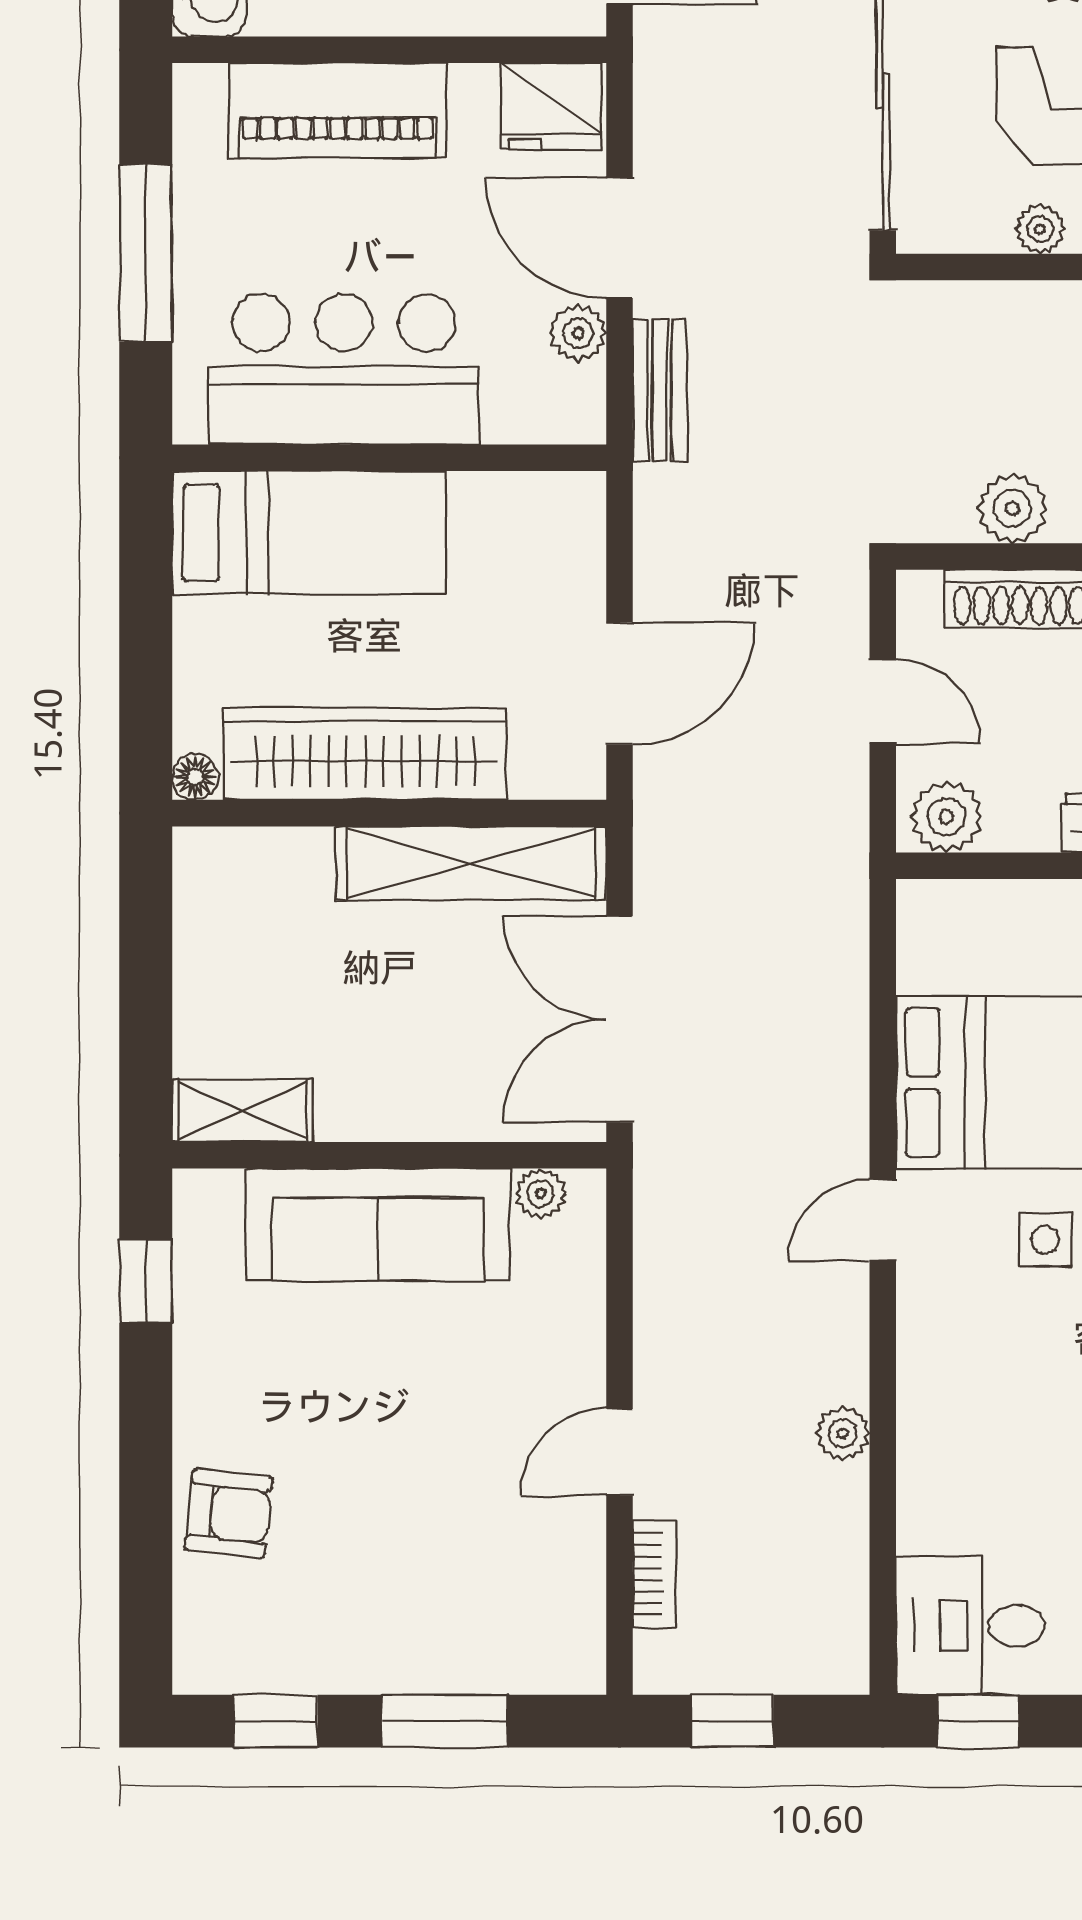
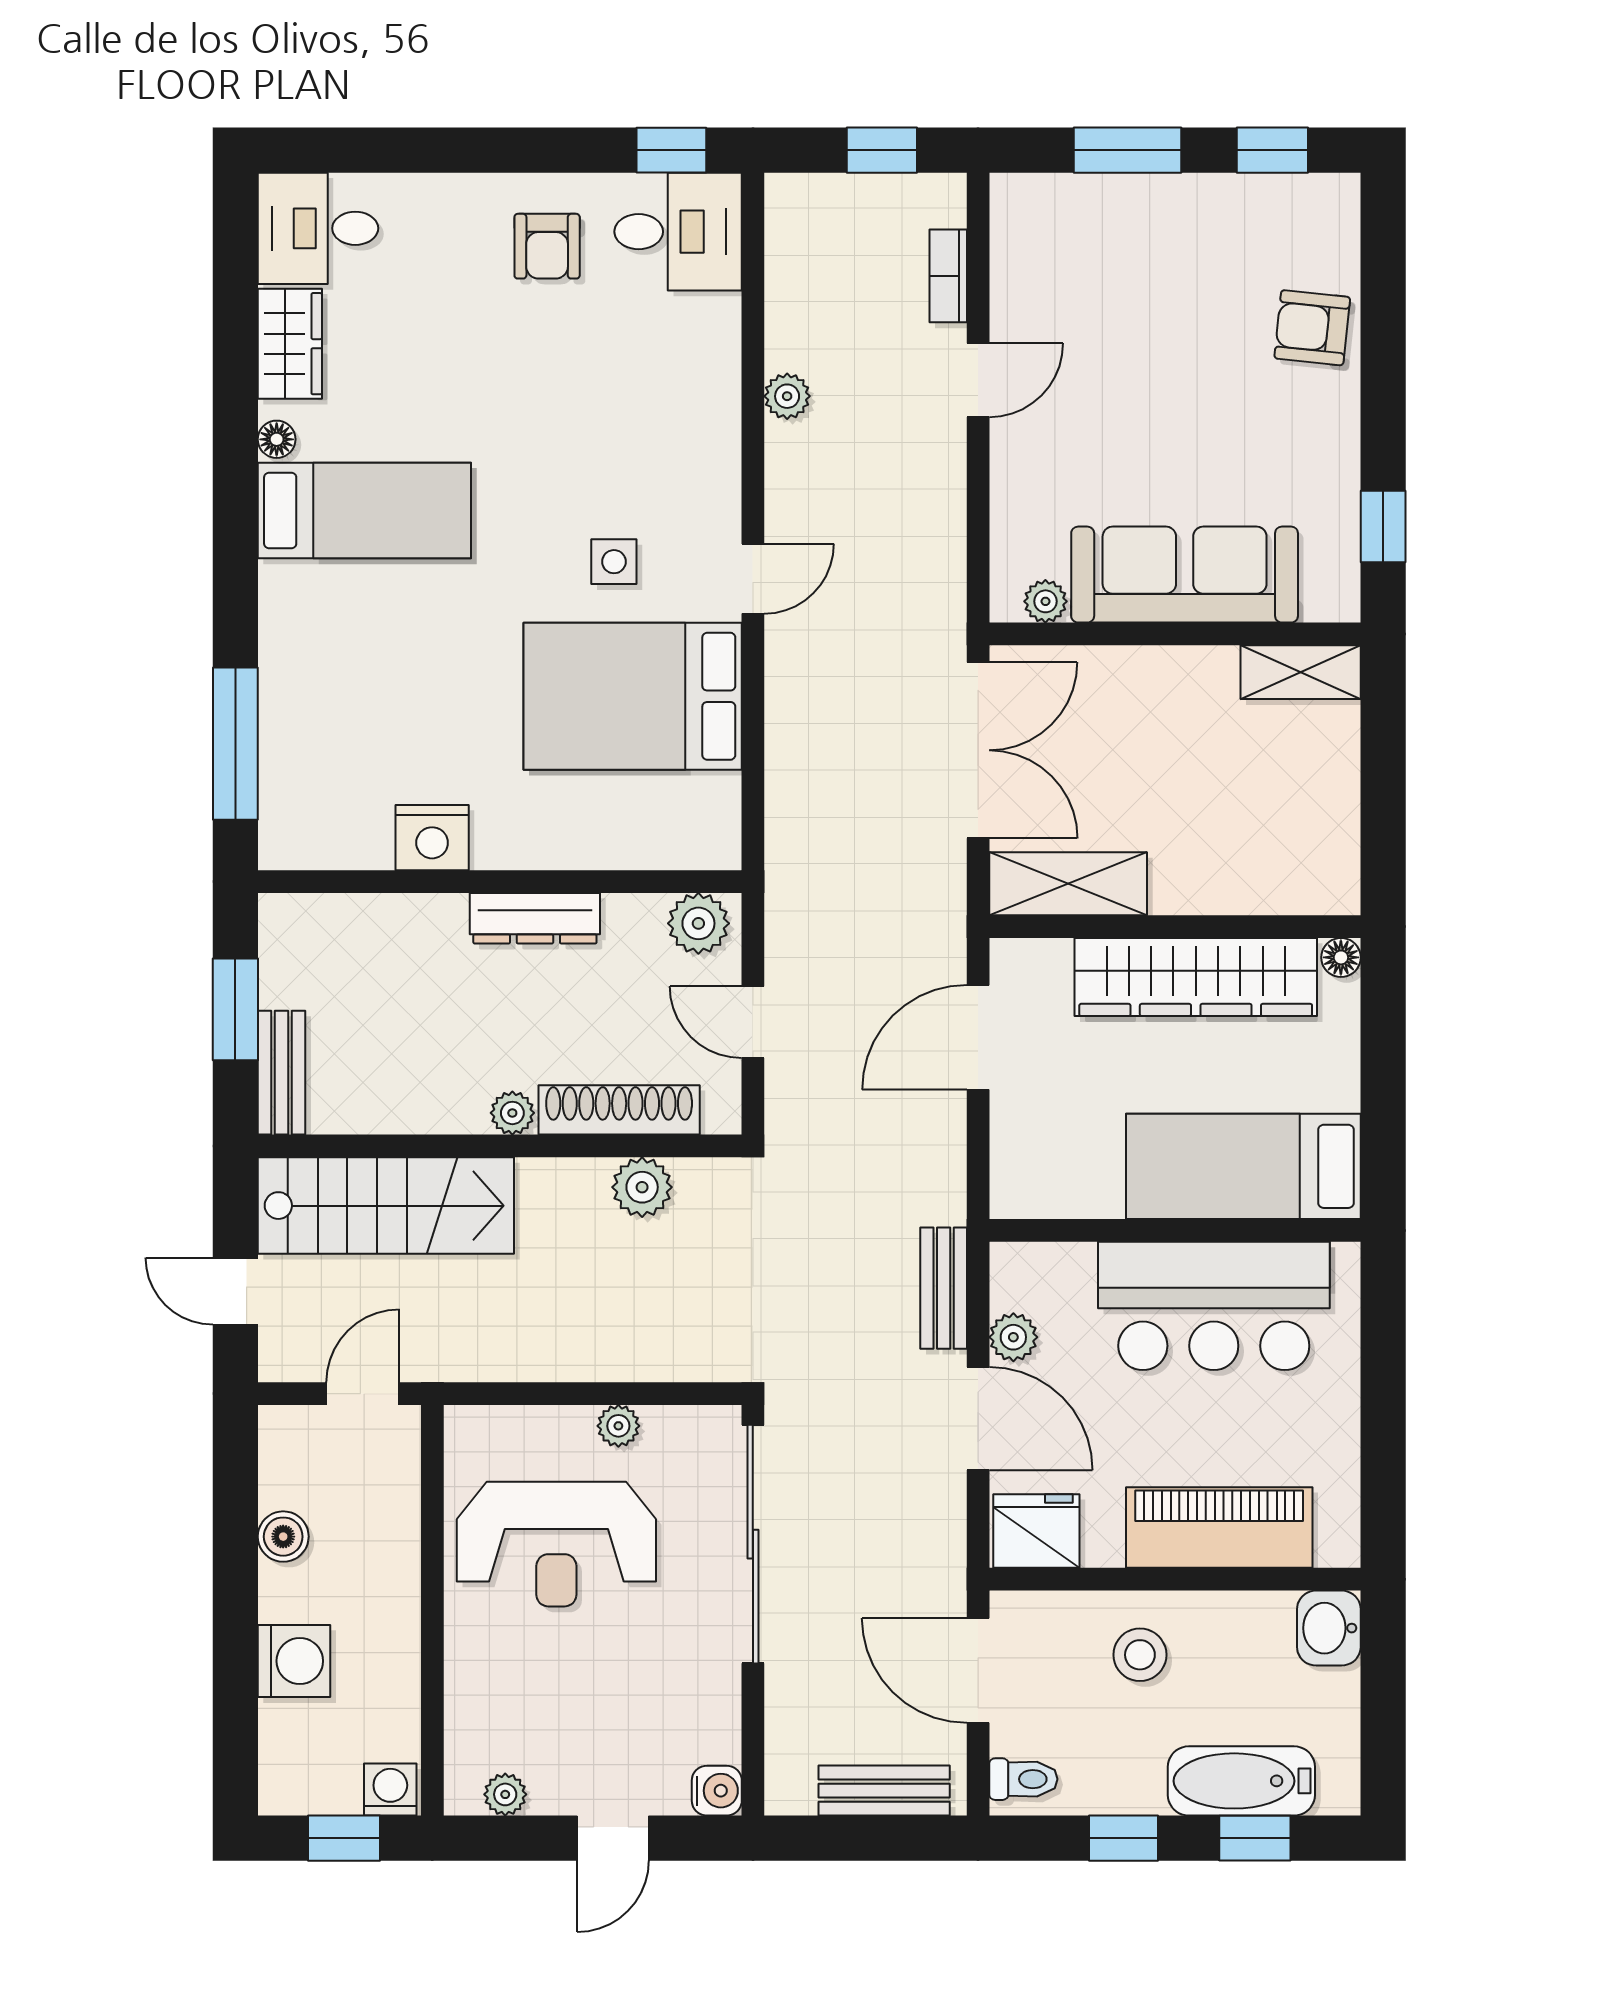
window: (146, 253) -> (1383, 1405), removed
shelving: (471, 863) -> (1068, 884), width x0.68

